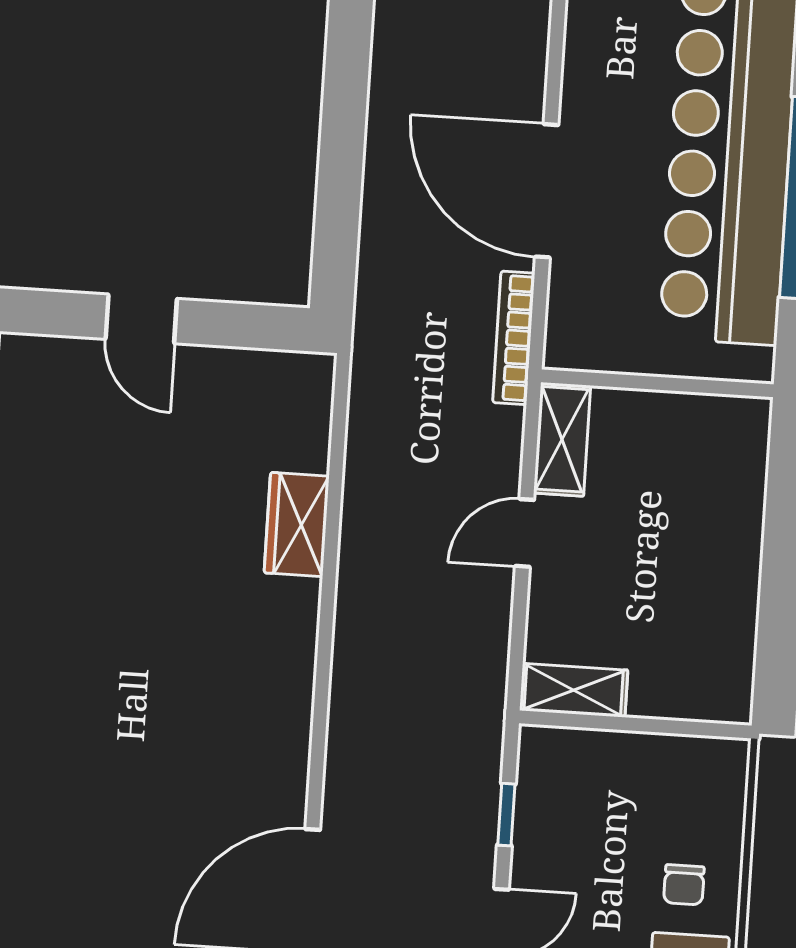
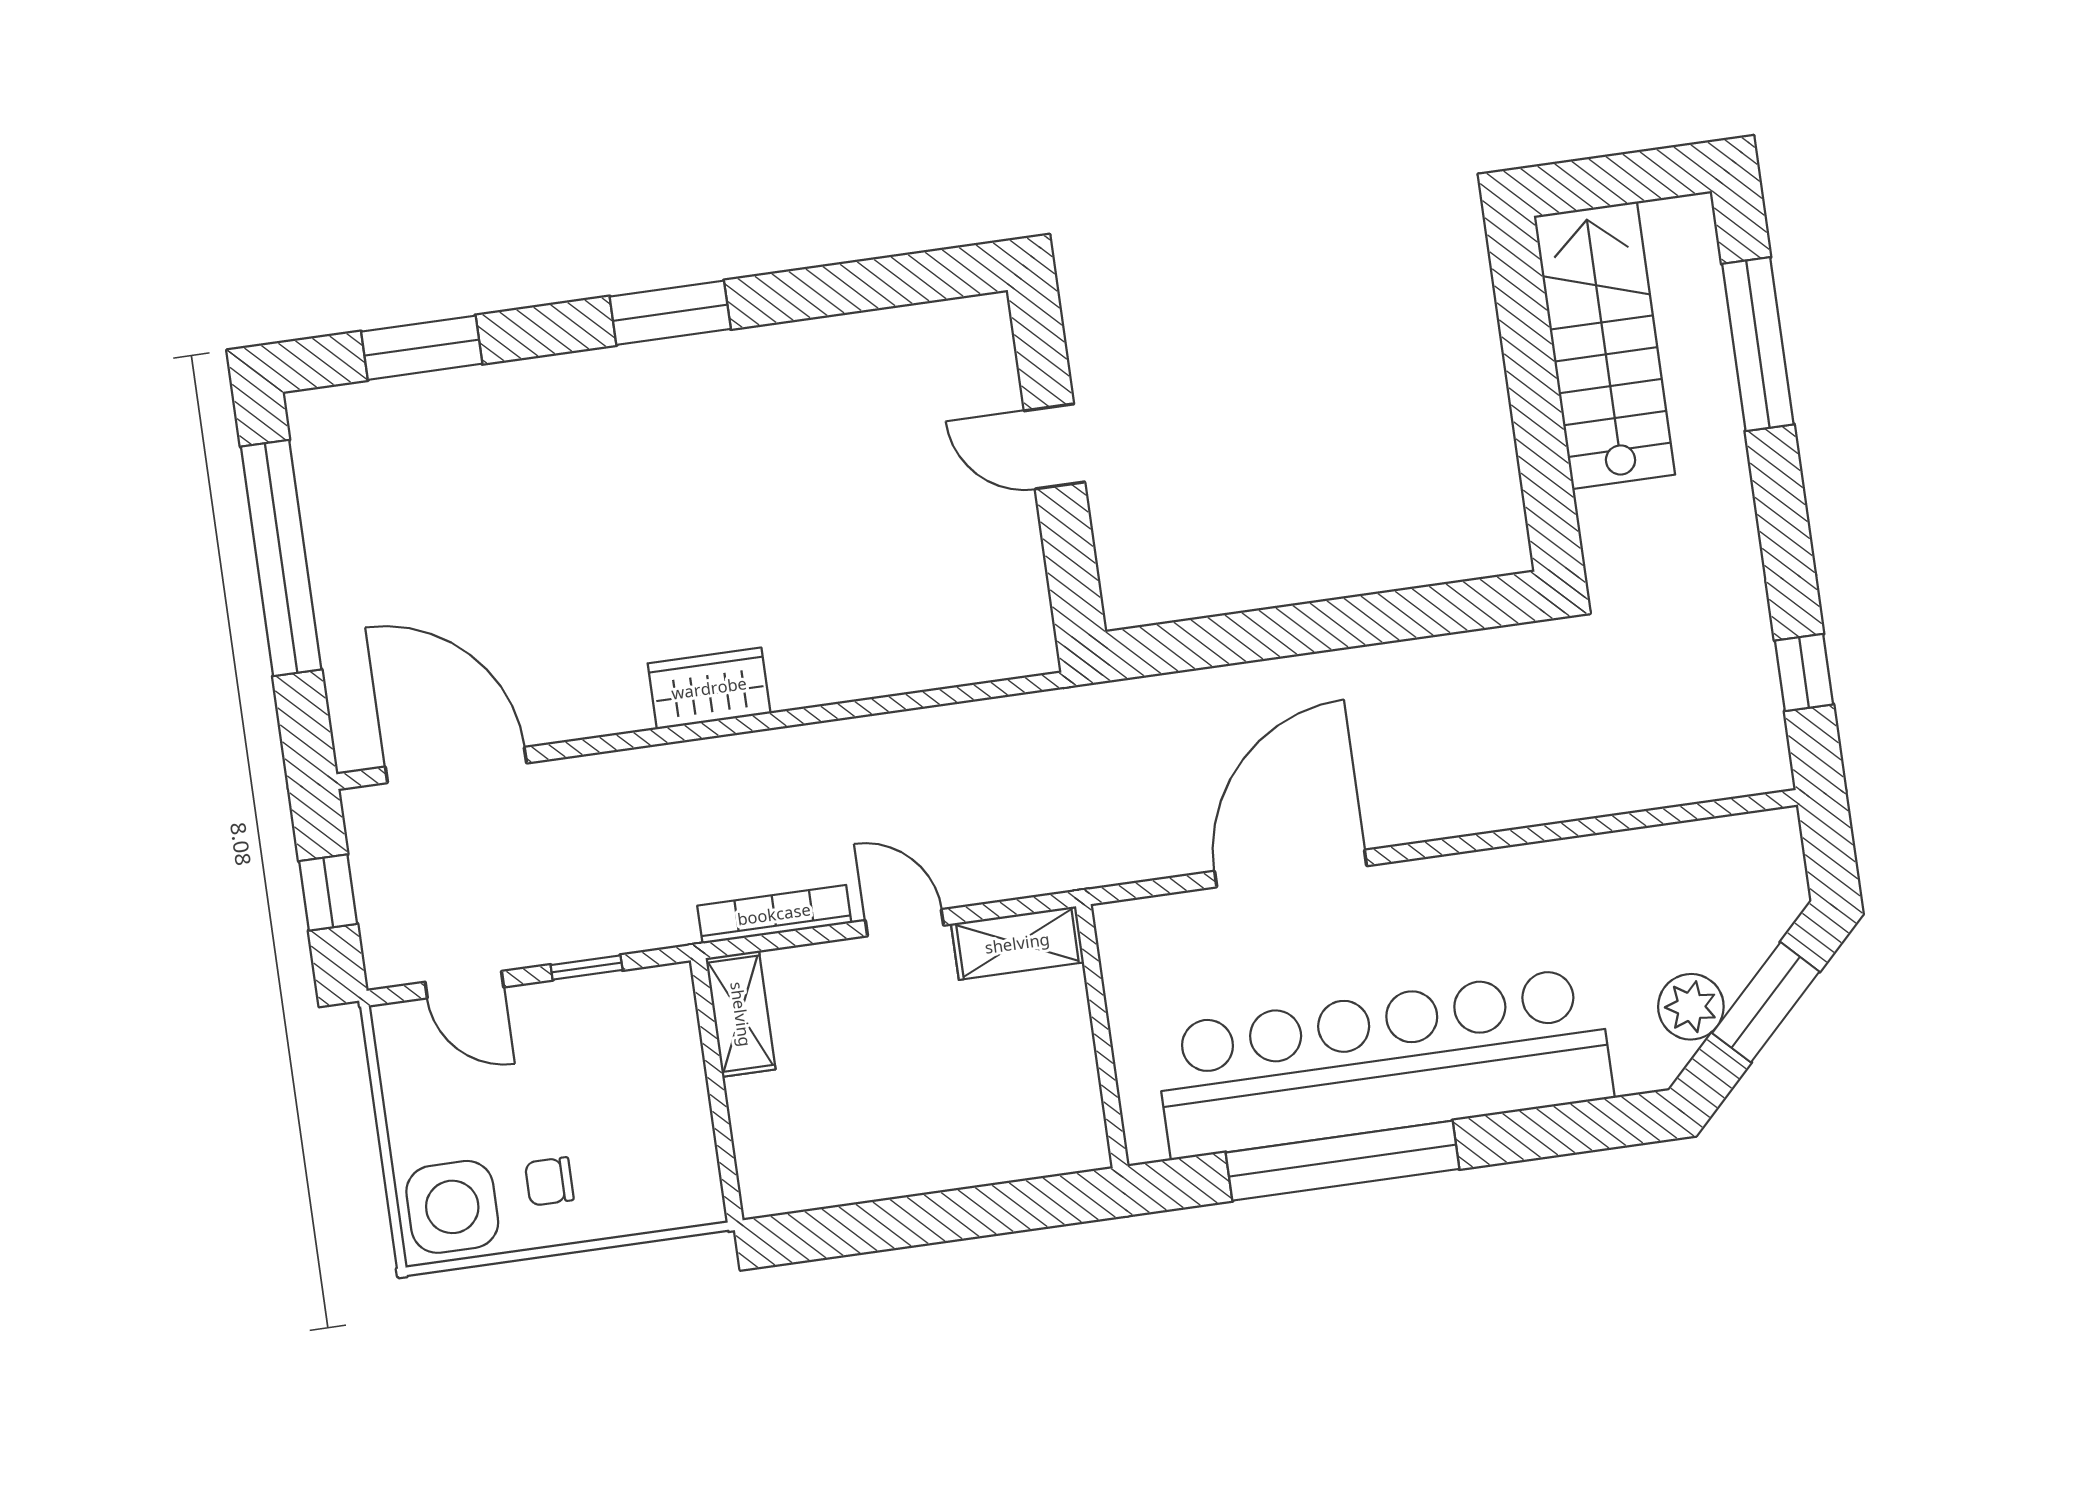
door: (141, 319) -> (1054, 446), hinge flipped
bookcase: (514, 338) -> (774, 914), moved
wardrobe: (297, 525) -> (709, 688), moved

